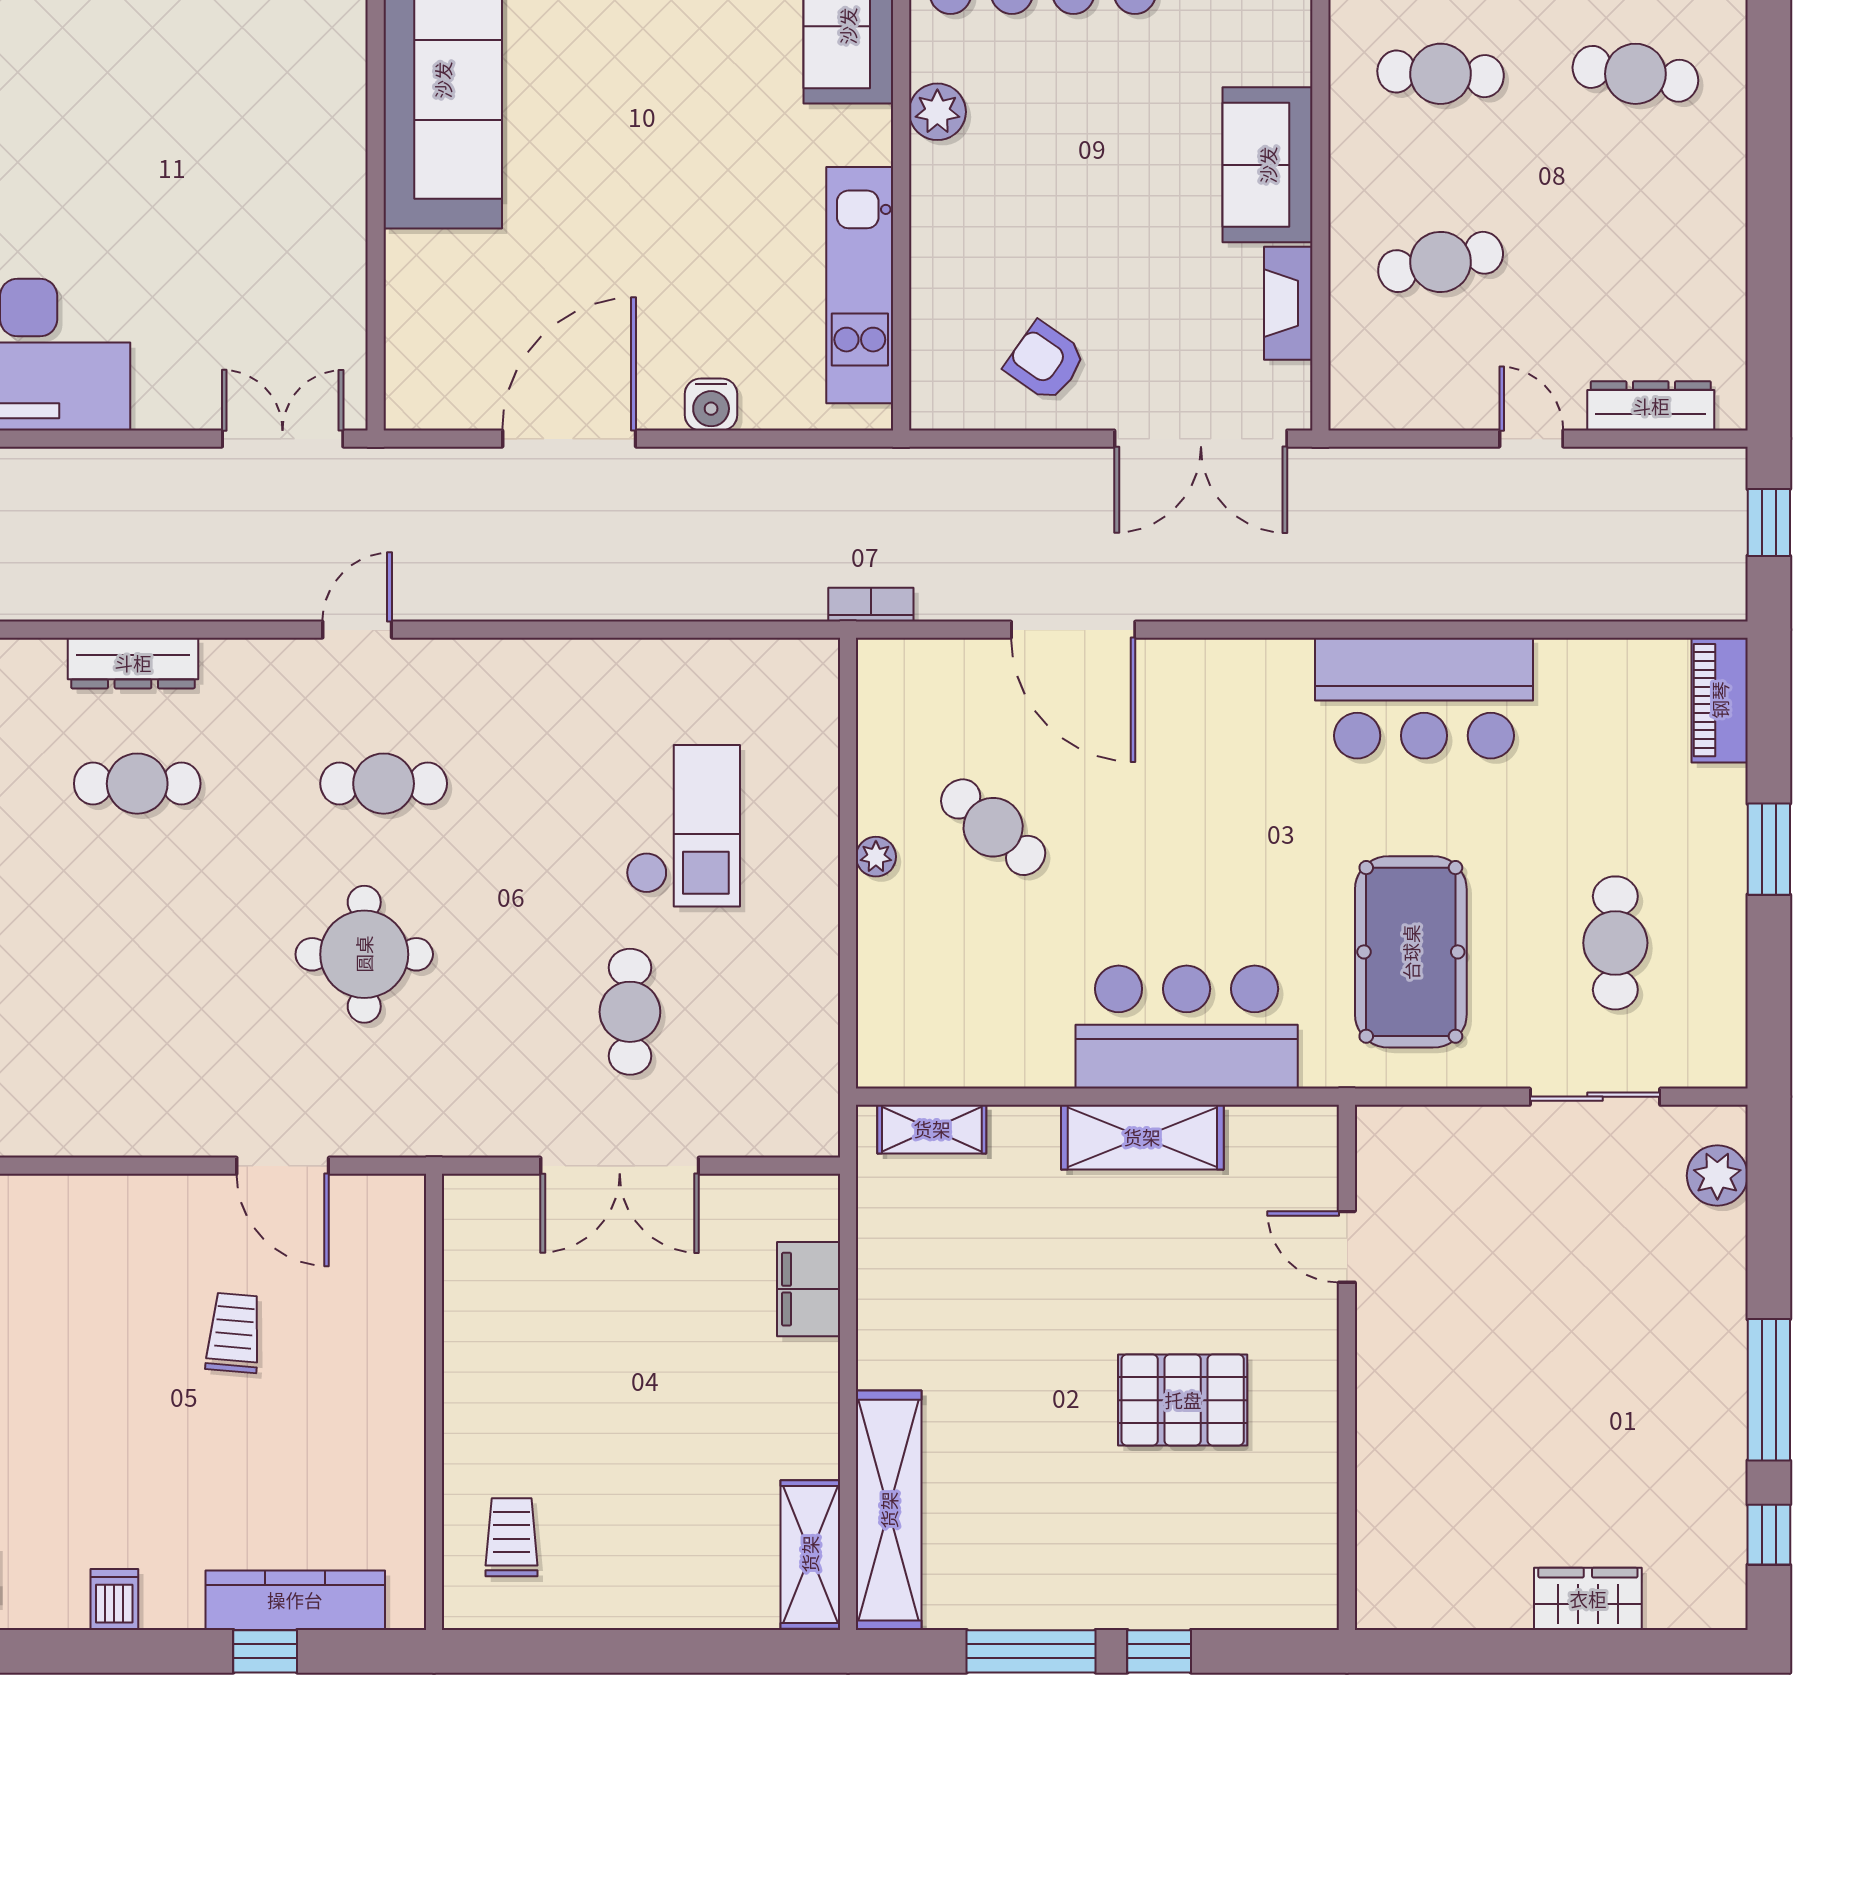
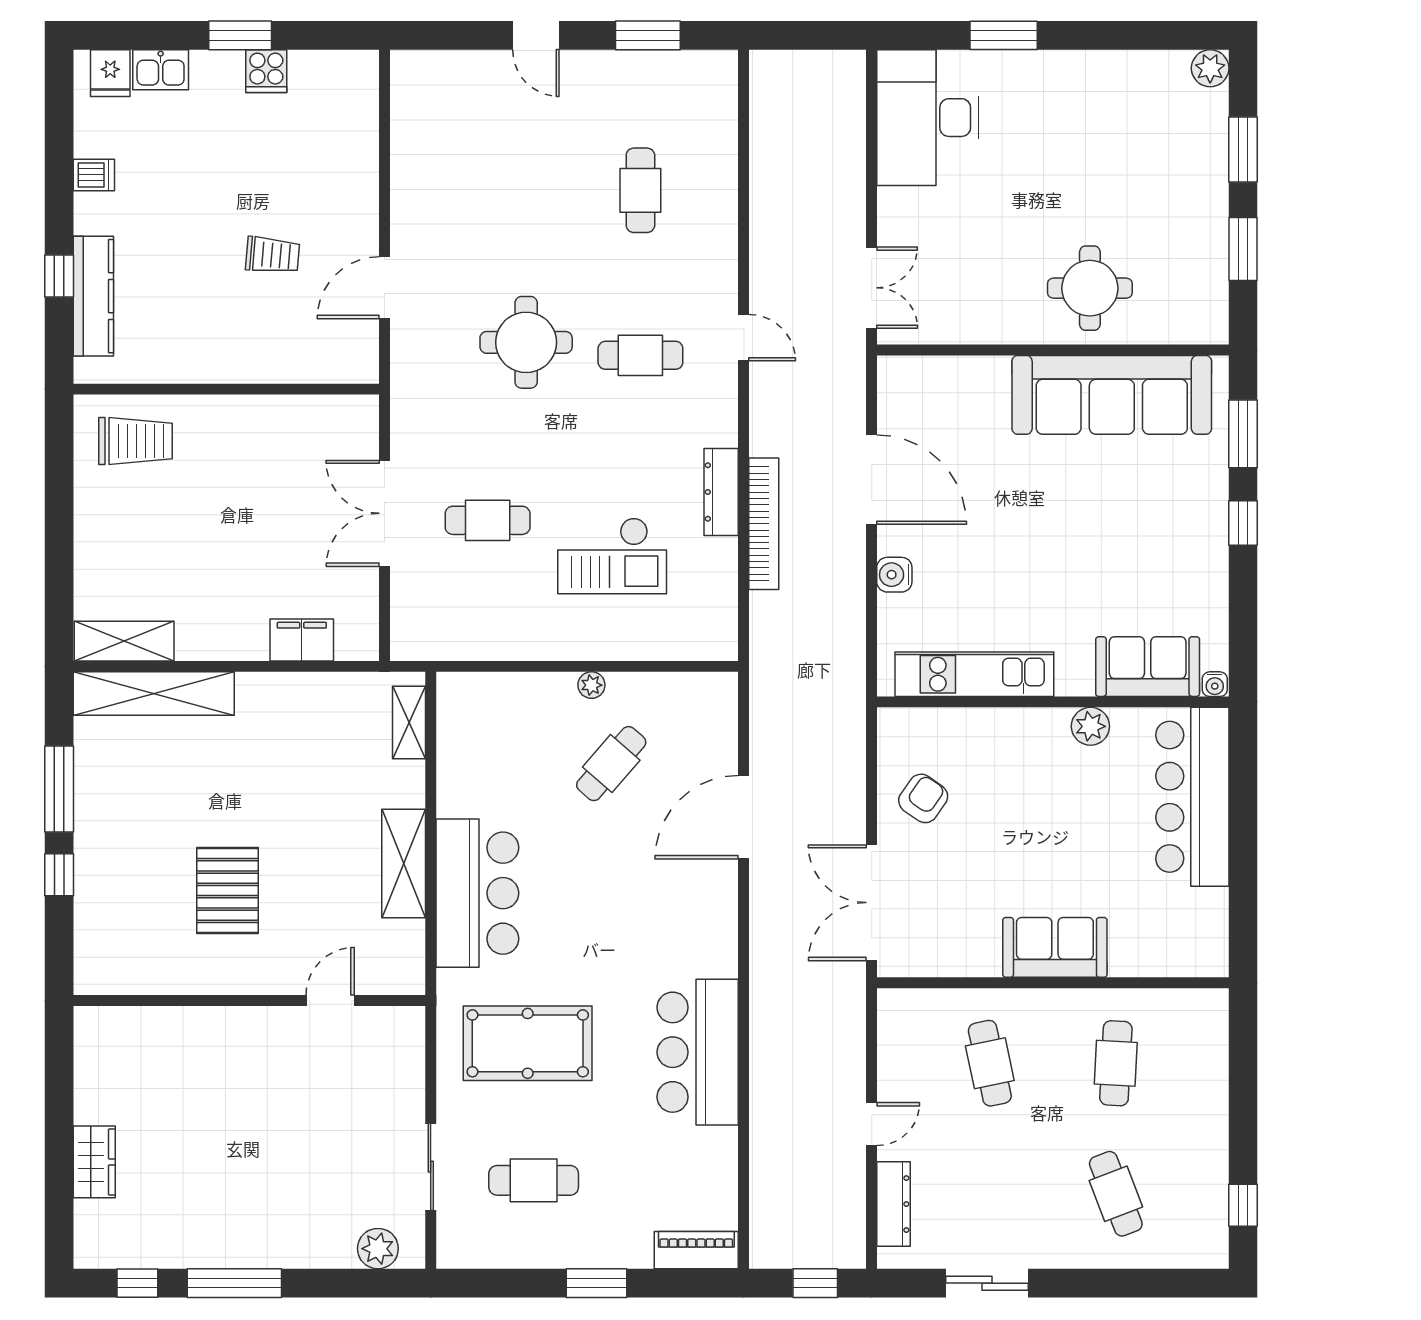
cafe table: (1635, 74) -> (1116, 1194), turned -30
round table: (283, 113) -> (1090, 288), added
sliding door: (1769, 266) -> (987, 1283), added
fireplace: (1288, 303) -> (962, 961), removed
bookcase: (871, 605) -> (764, 524), moved, width x2.31, depth x1.31
dresser: (133, 663) -> (721, 492), moved
cafe table: (384, 784) -> (640, 355), turned 90
trolley: (512, 1537) -> (136, 441), width x1.36, depth x1.39

